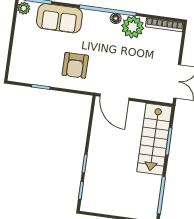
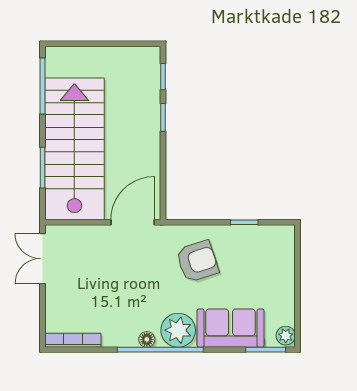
plant: (133, 27) -> (178, 330), moved
armchair: (75, 65) -> (197, 261), turned 72
door: (114, 97) -> (133, 222), hinge flipped
stairs: (154, 139) -> (74, 149), width x1.36, depth x1.51

